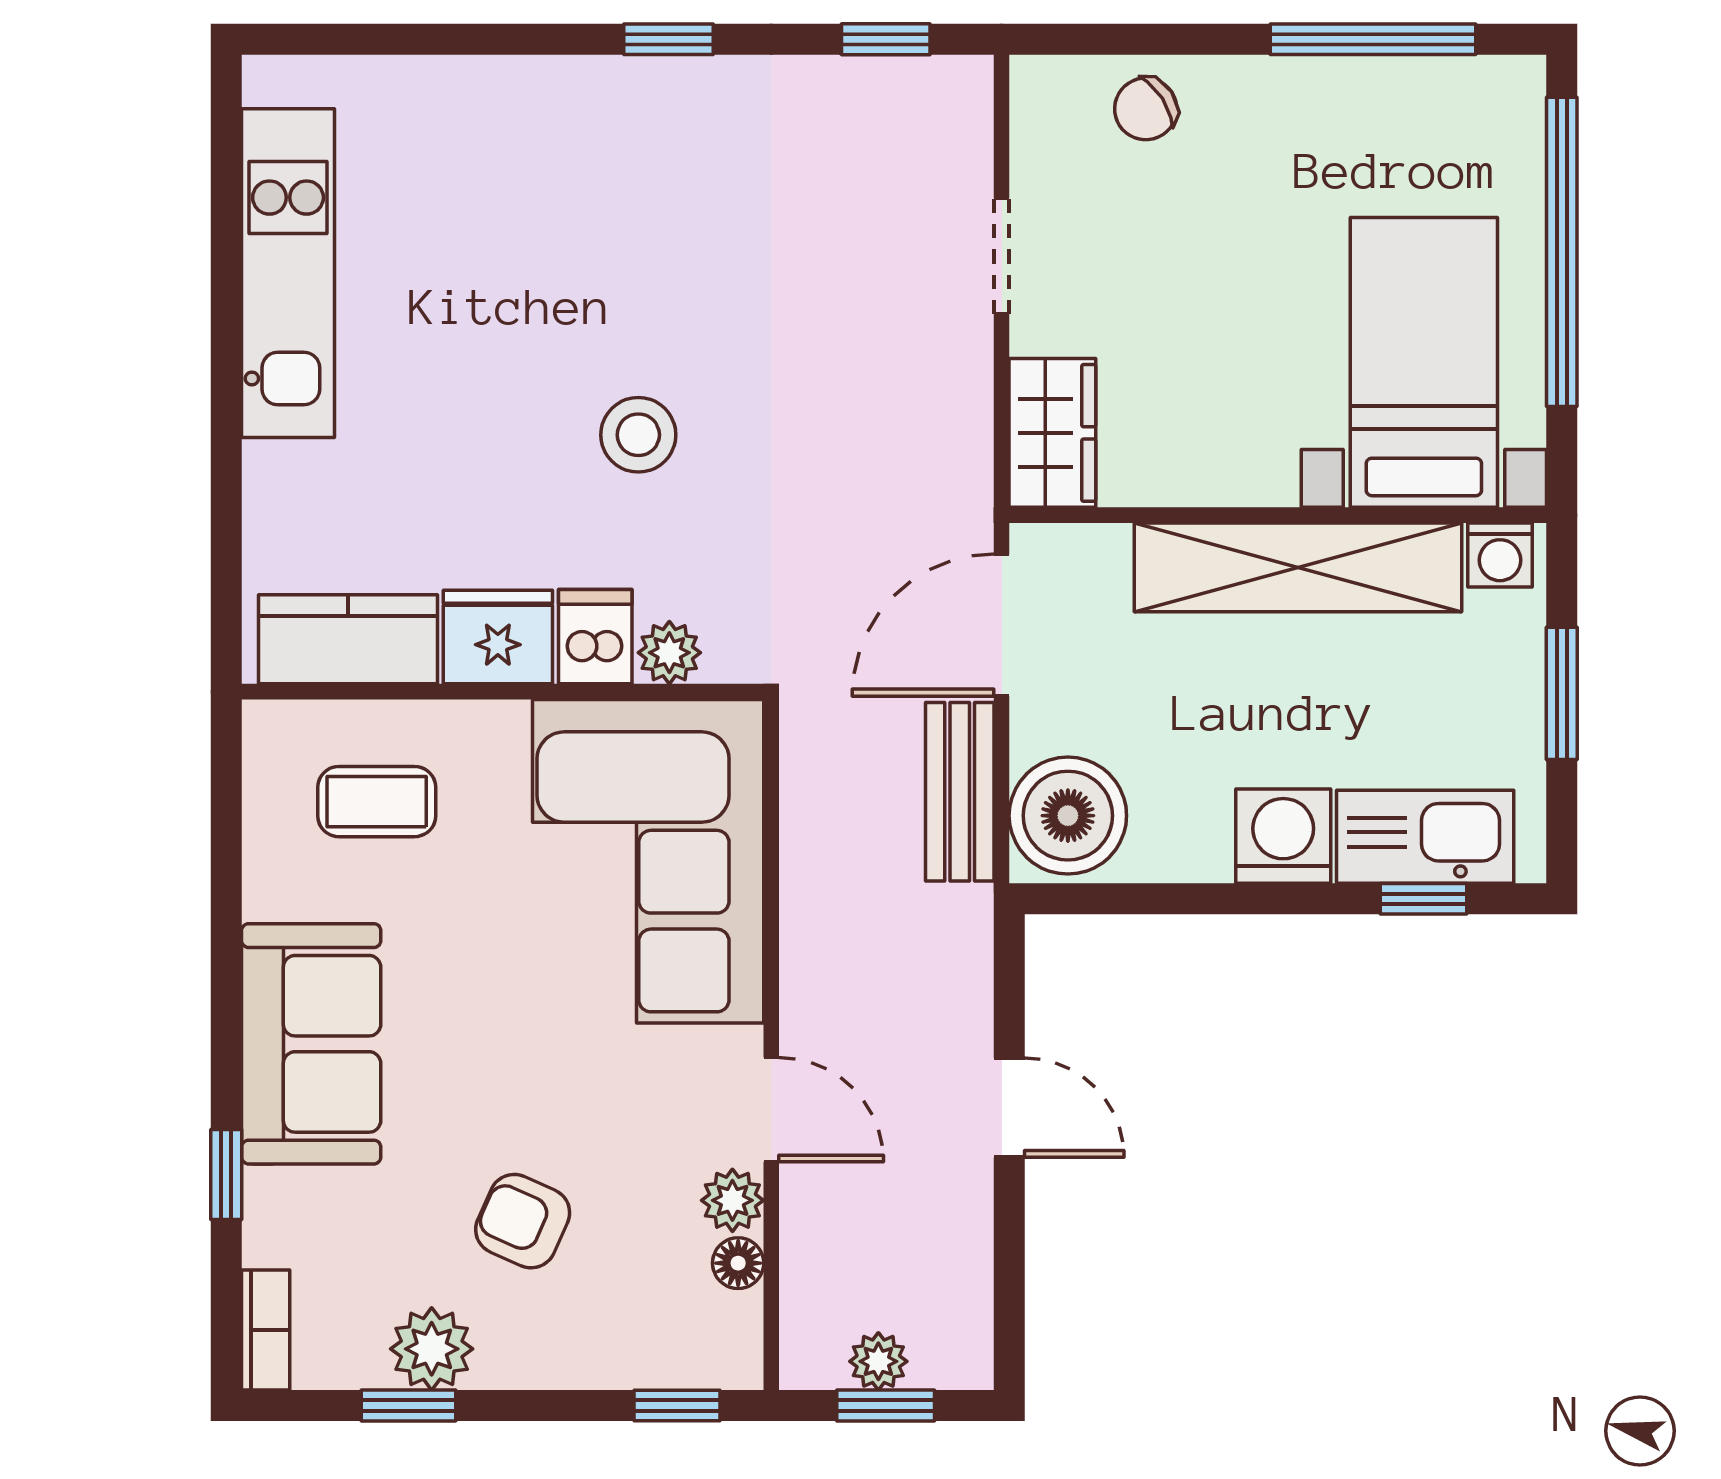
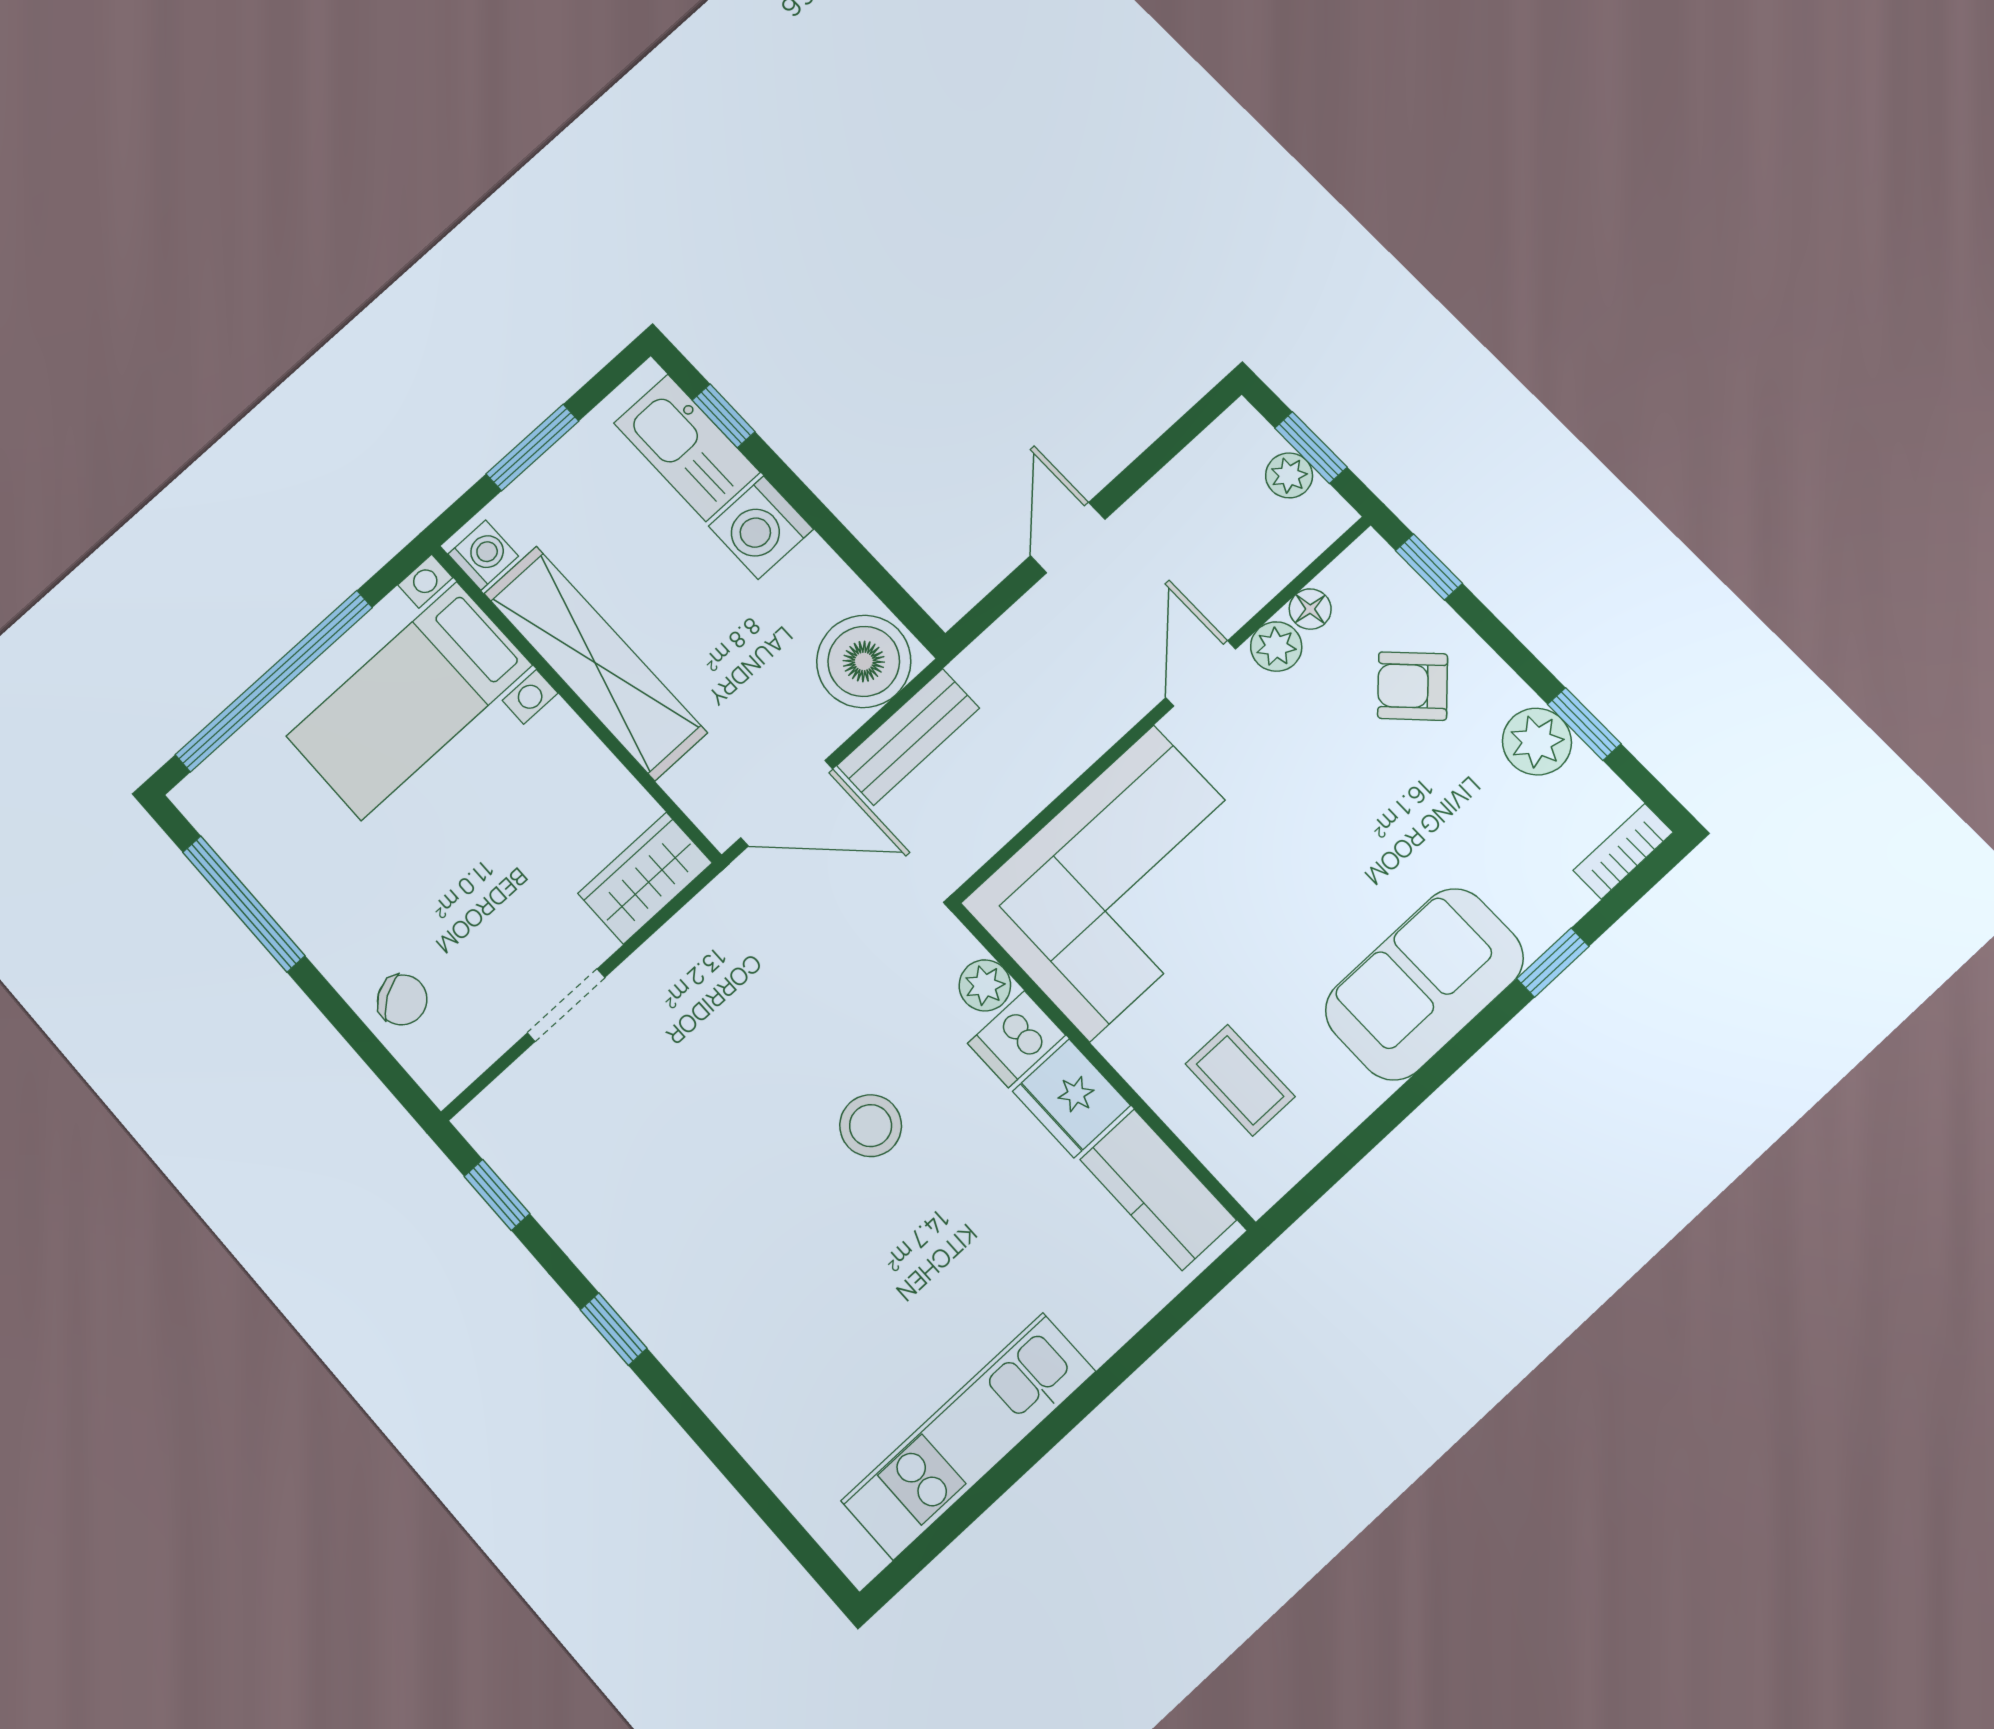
armchair: (523, 1221) -> (1413, 686), moved, turned 111

